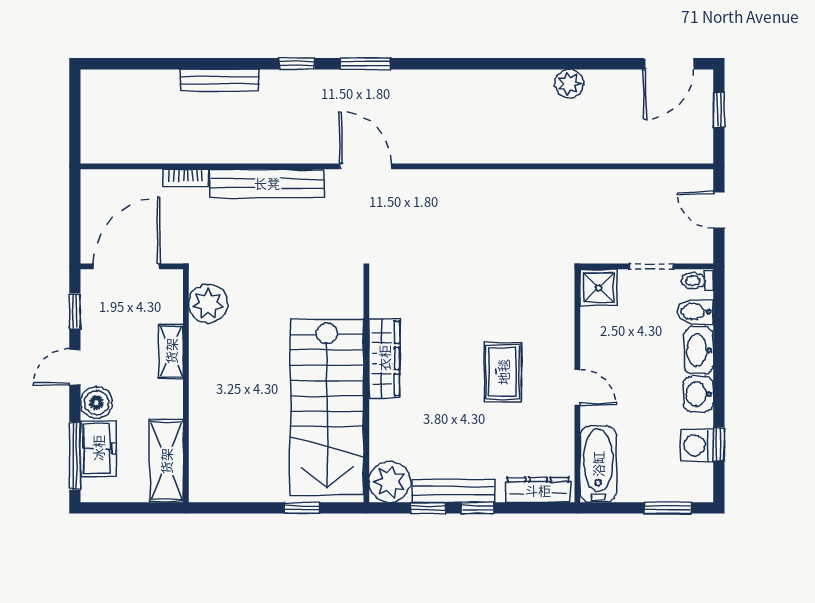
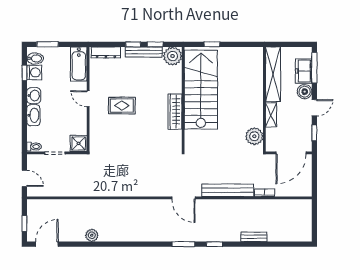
bench: (220, 80) -> (254, 237), width x0.73
bidet: (695, 312) -> (35, 58), moved
rug: (503, 372) -> (122, 106), turned 90
shelving: (166, 461) -> (273, 74), width x1.47

